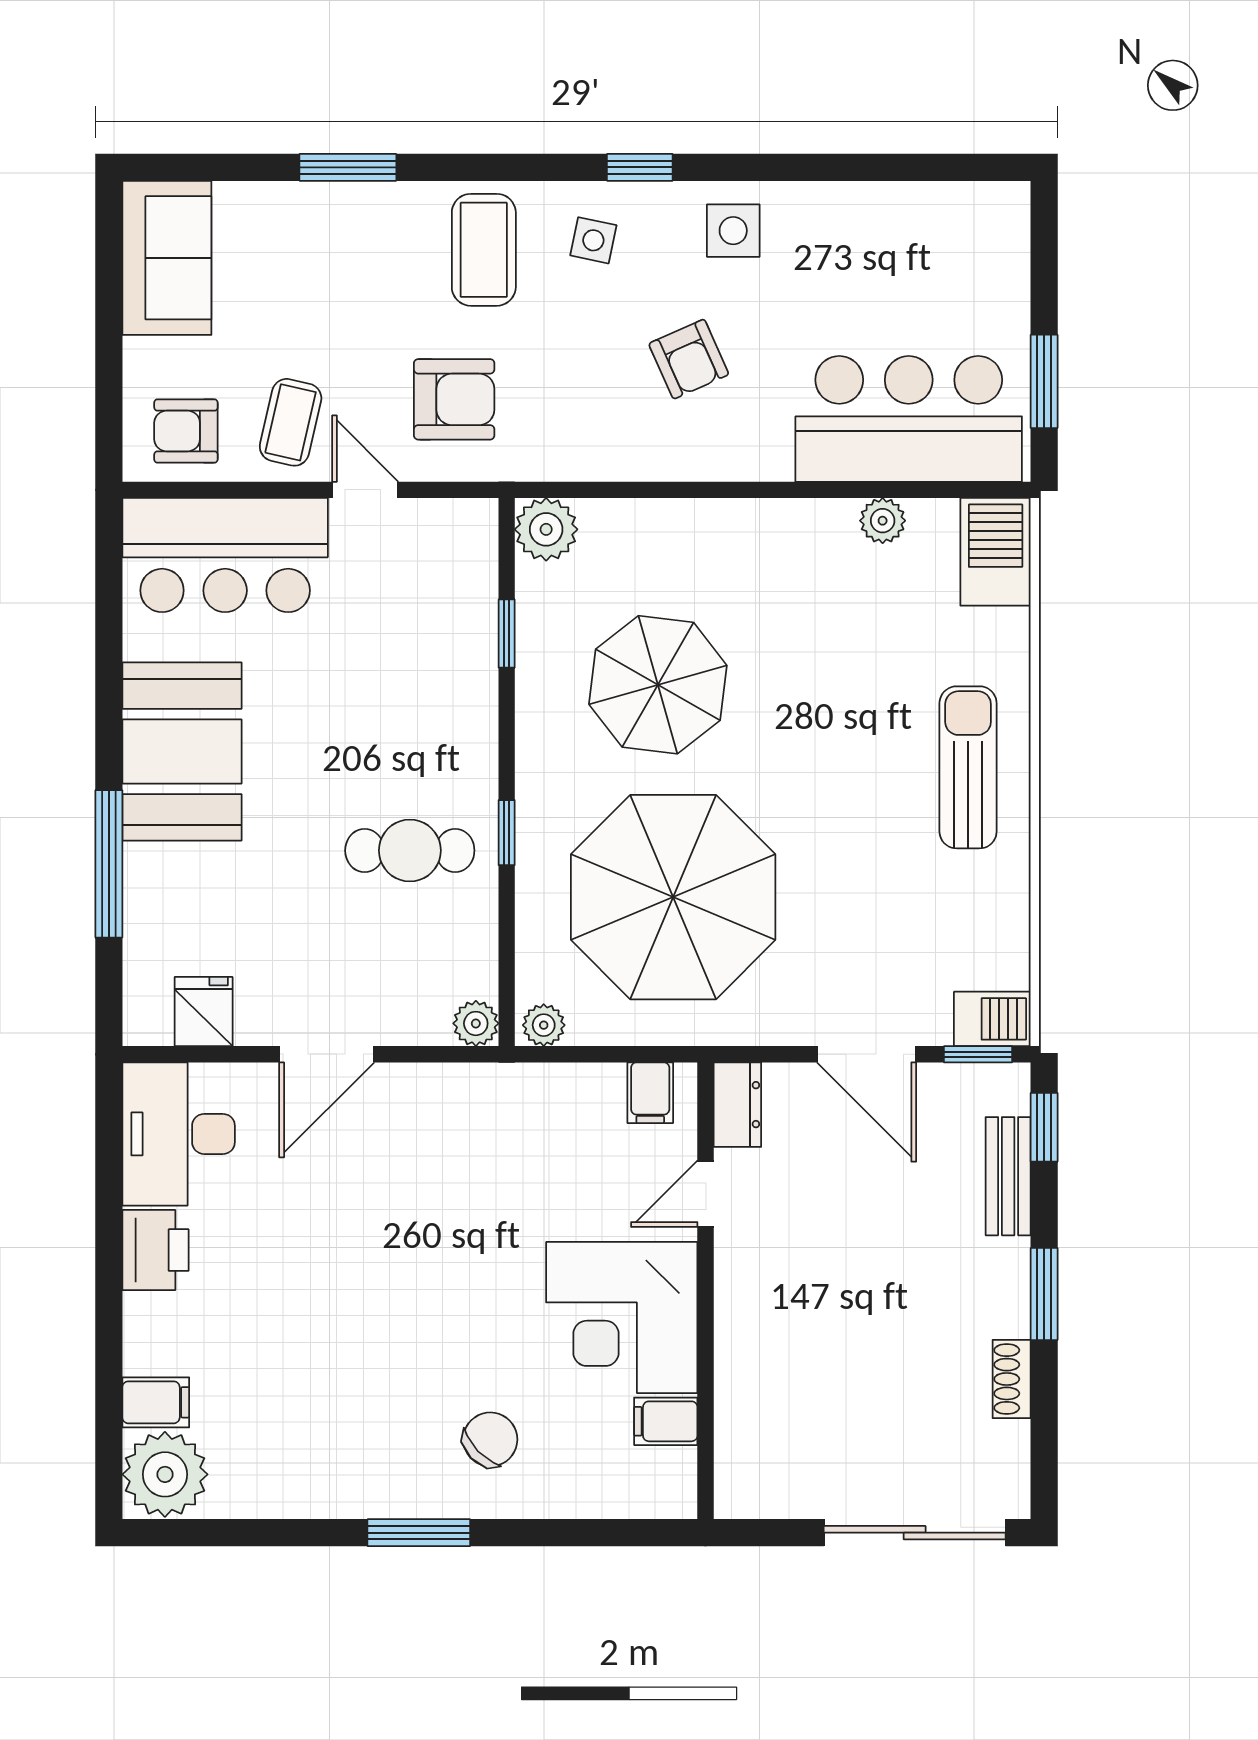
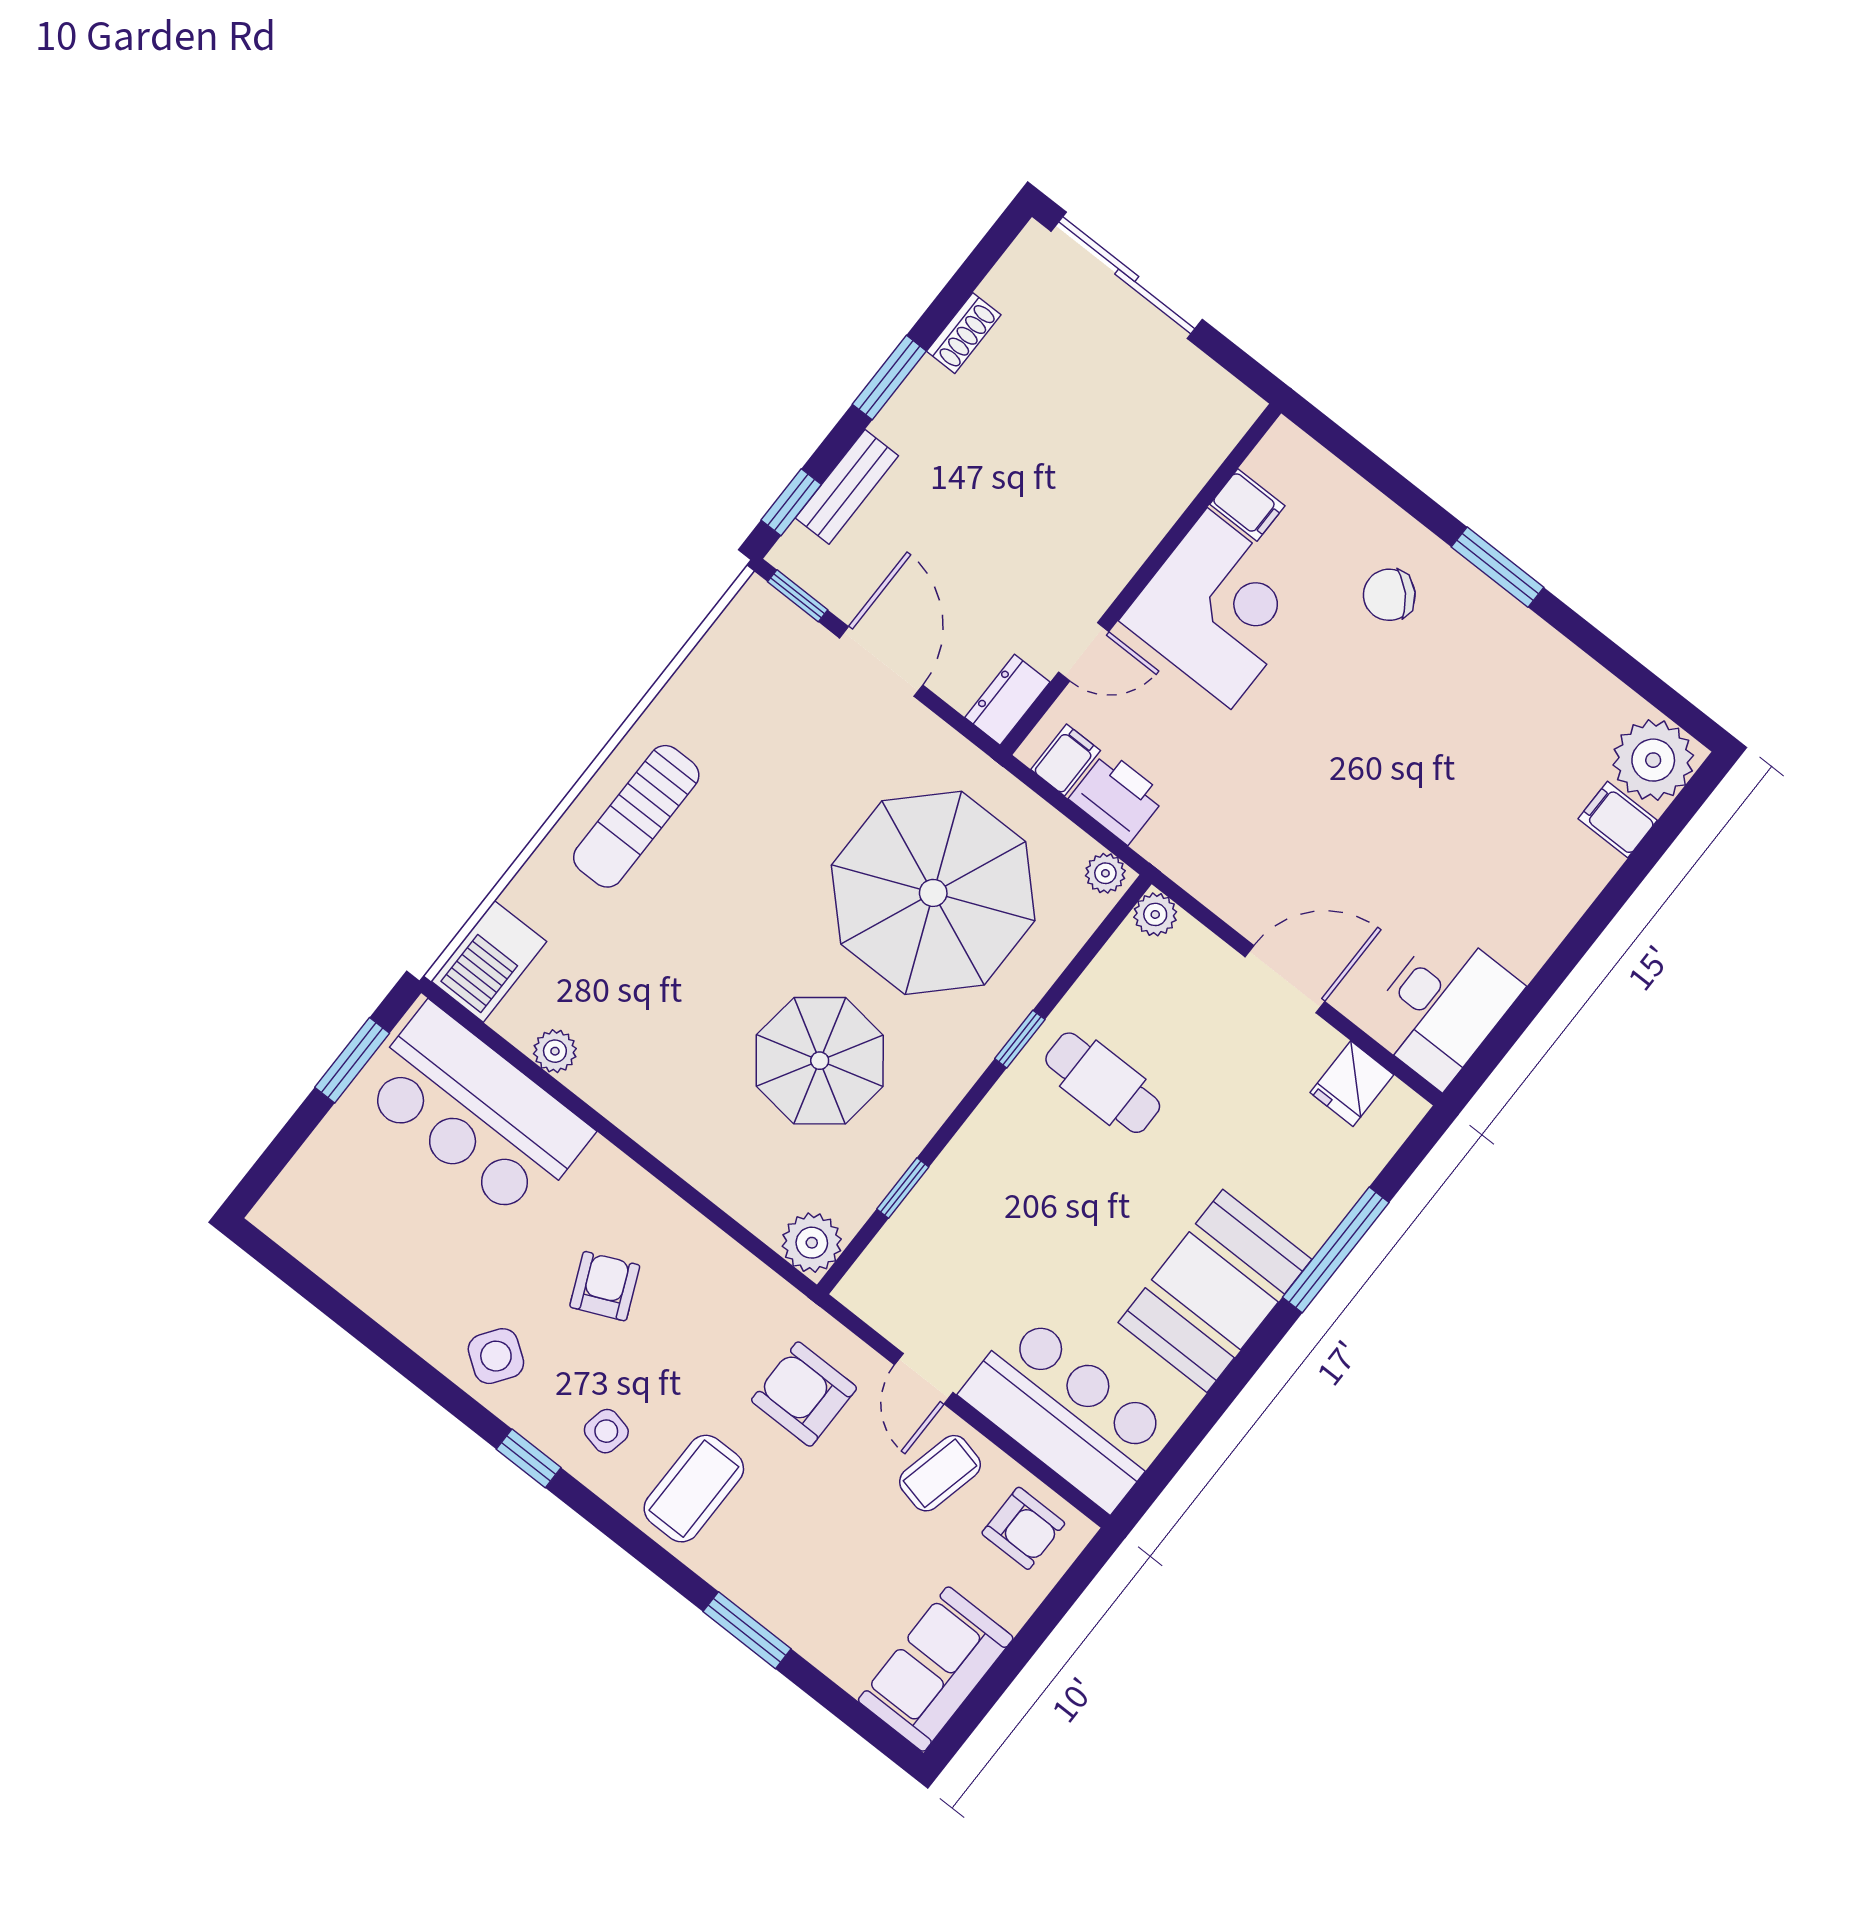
side table: (733, 231) -> (496, 1356), turned 35
barbecue: (992, 1019) -> (766, 614), removed
printer: (155, 1250) -> (1117, 797), moved, turned 90

